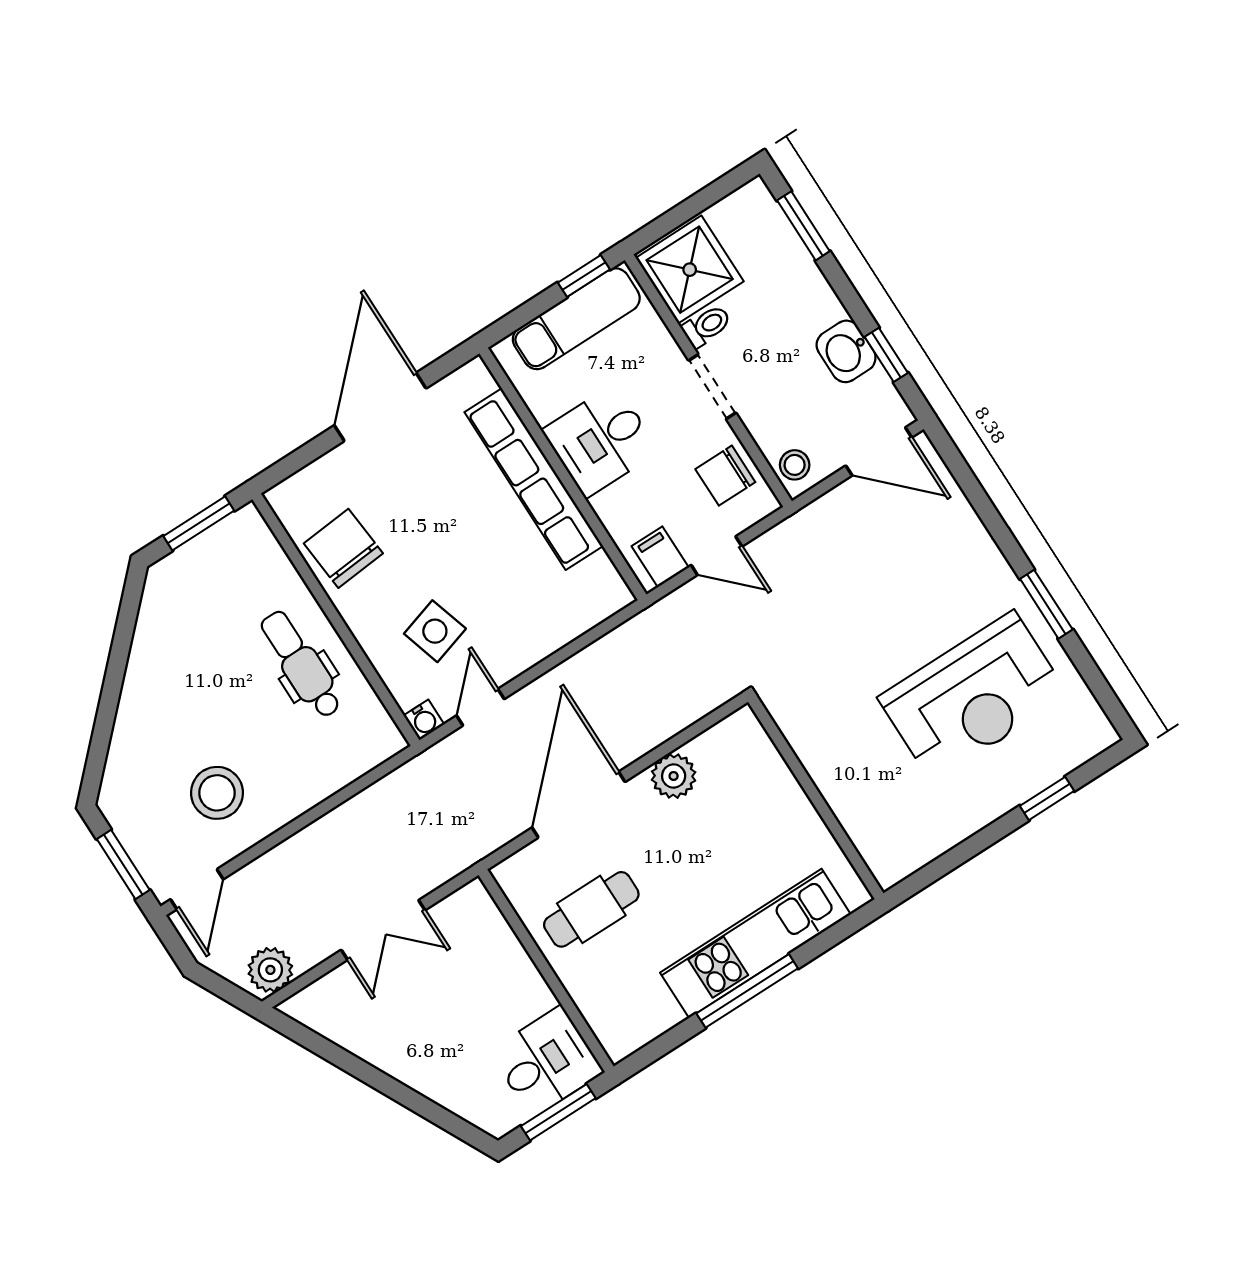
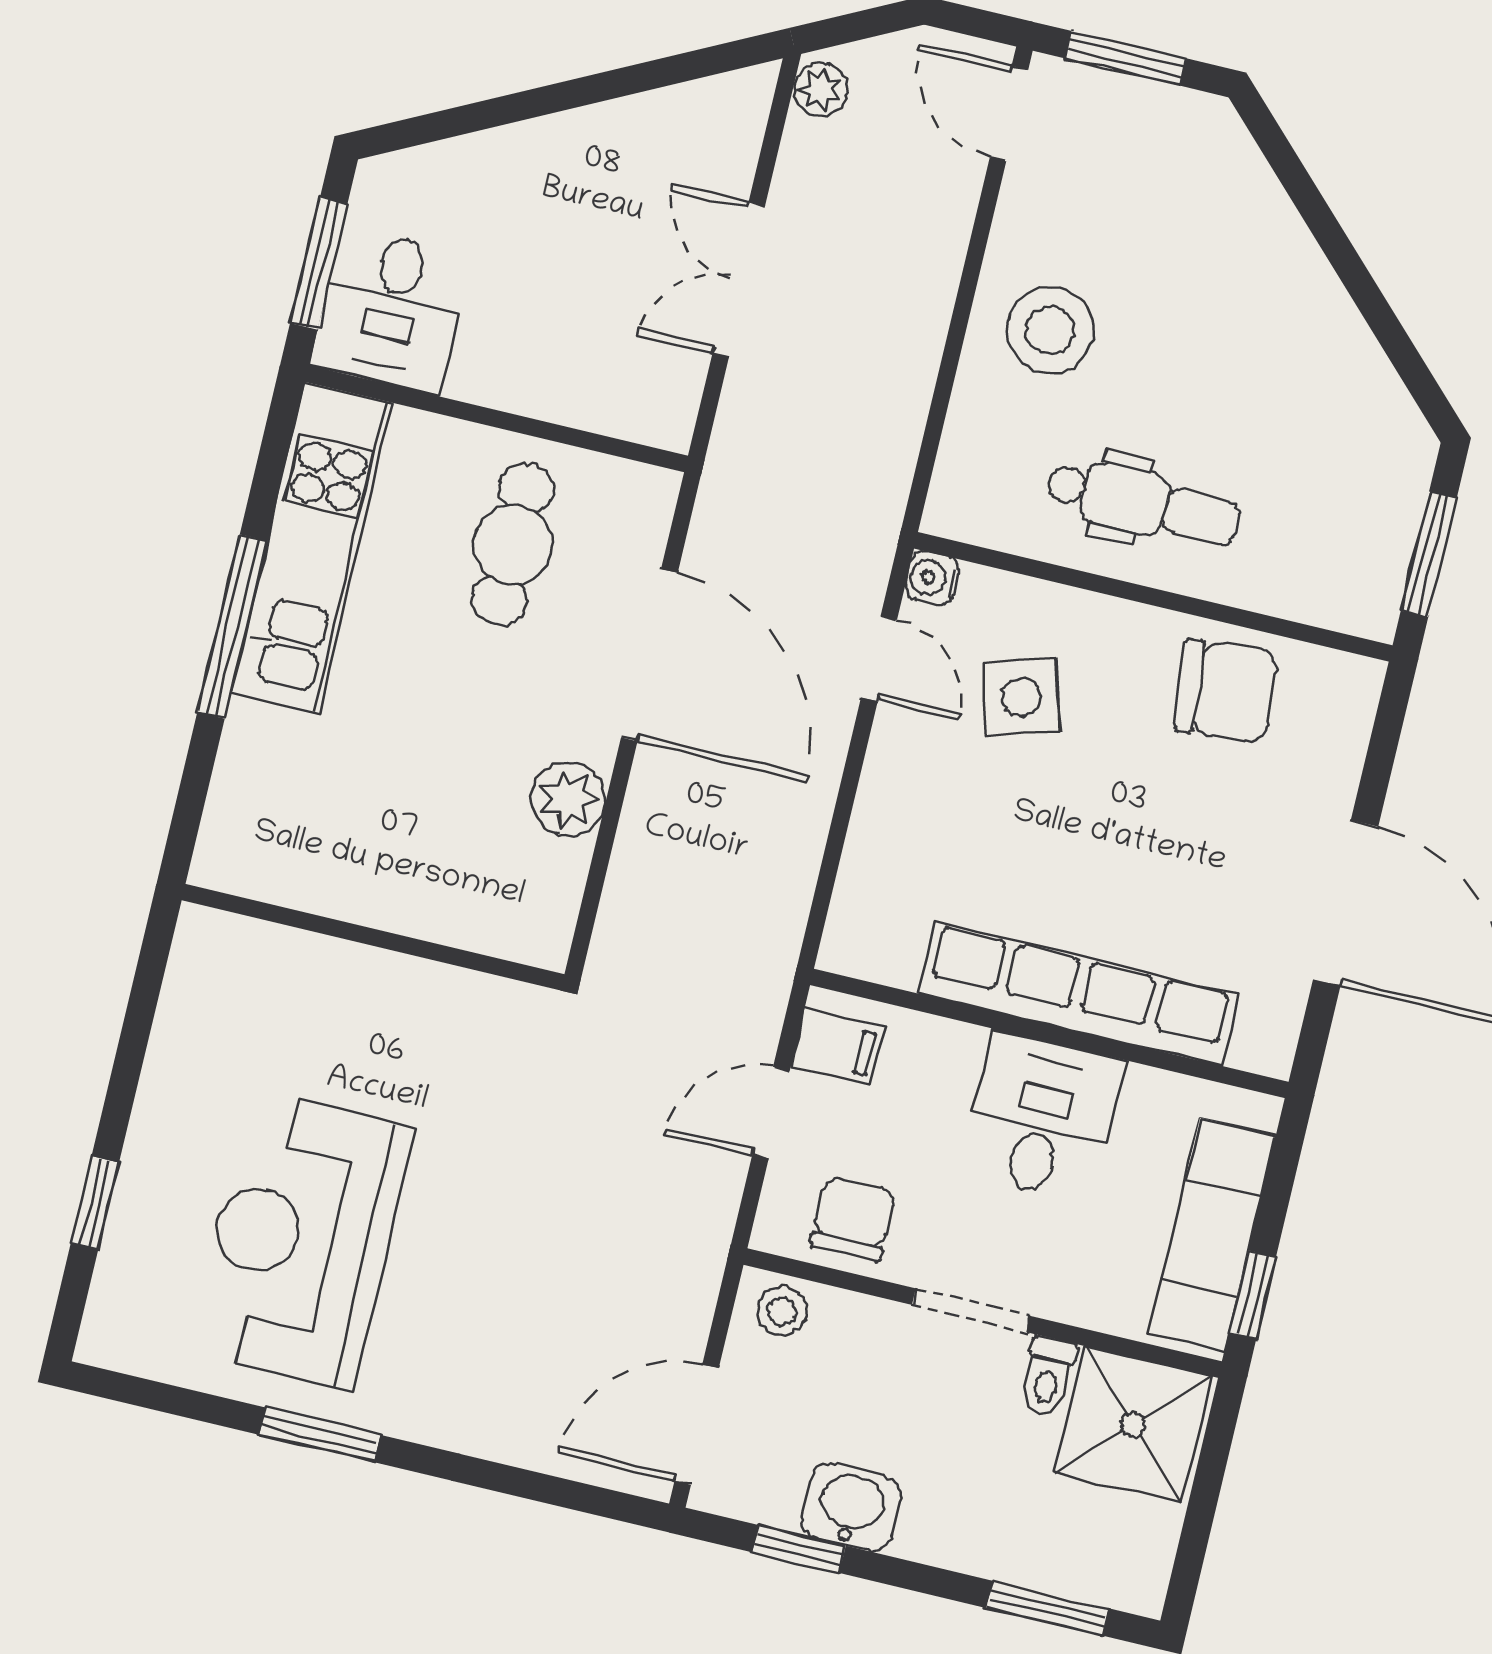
stool: (217, 793) -> (1050, 330), moved
kitchen unit: (755, 943) -> (312, 548), moved
plant: (270, 970) -> (820, 90), width x0.73, depth x0.73

